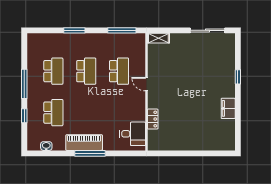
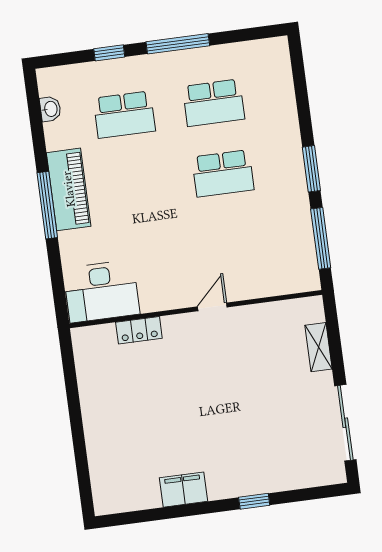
window: (74, 30) -> (311, 169), moved
shelving: (158, 38) -> (318, 347), moved
school desk: (119, 71) -> (232, 244), removed
desk: (133, 134) -> (101, 291), width x1.37

